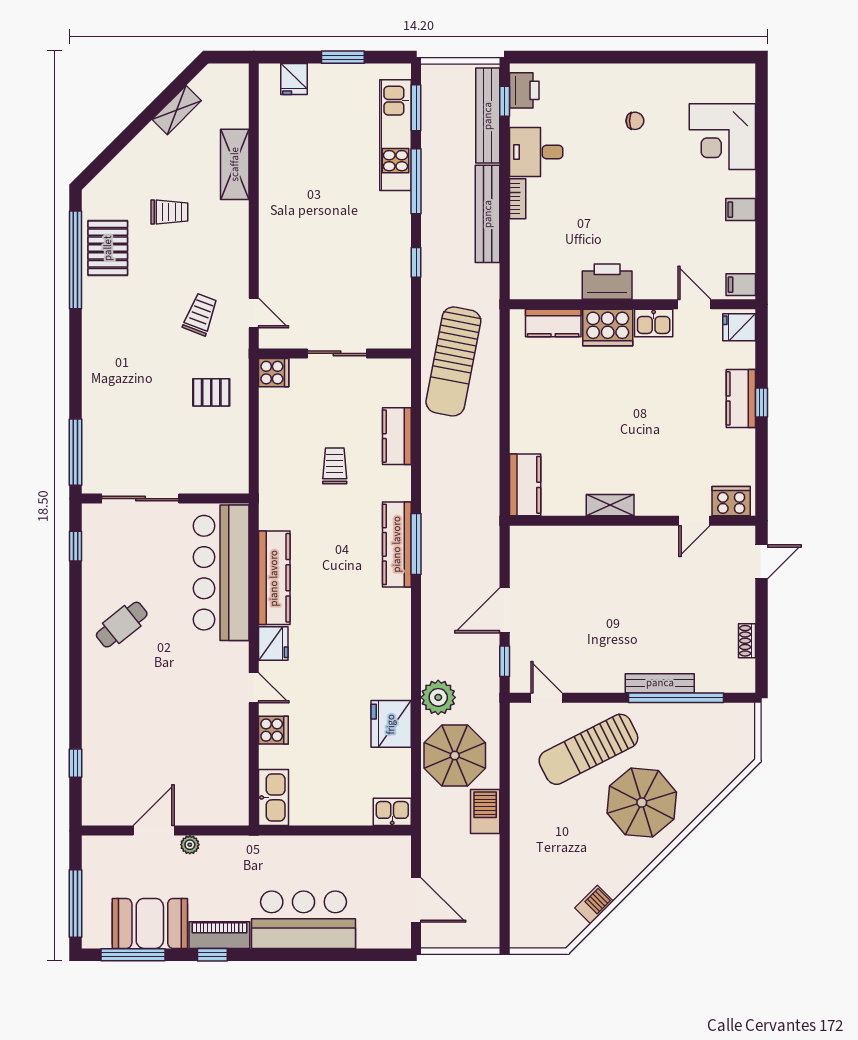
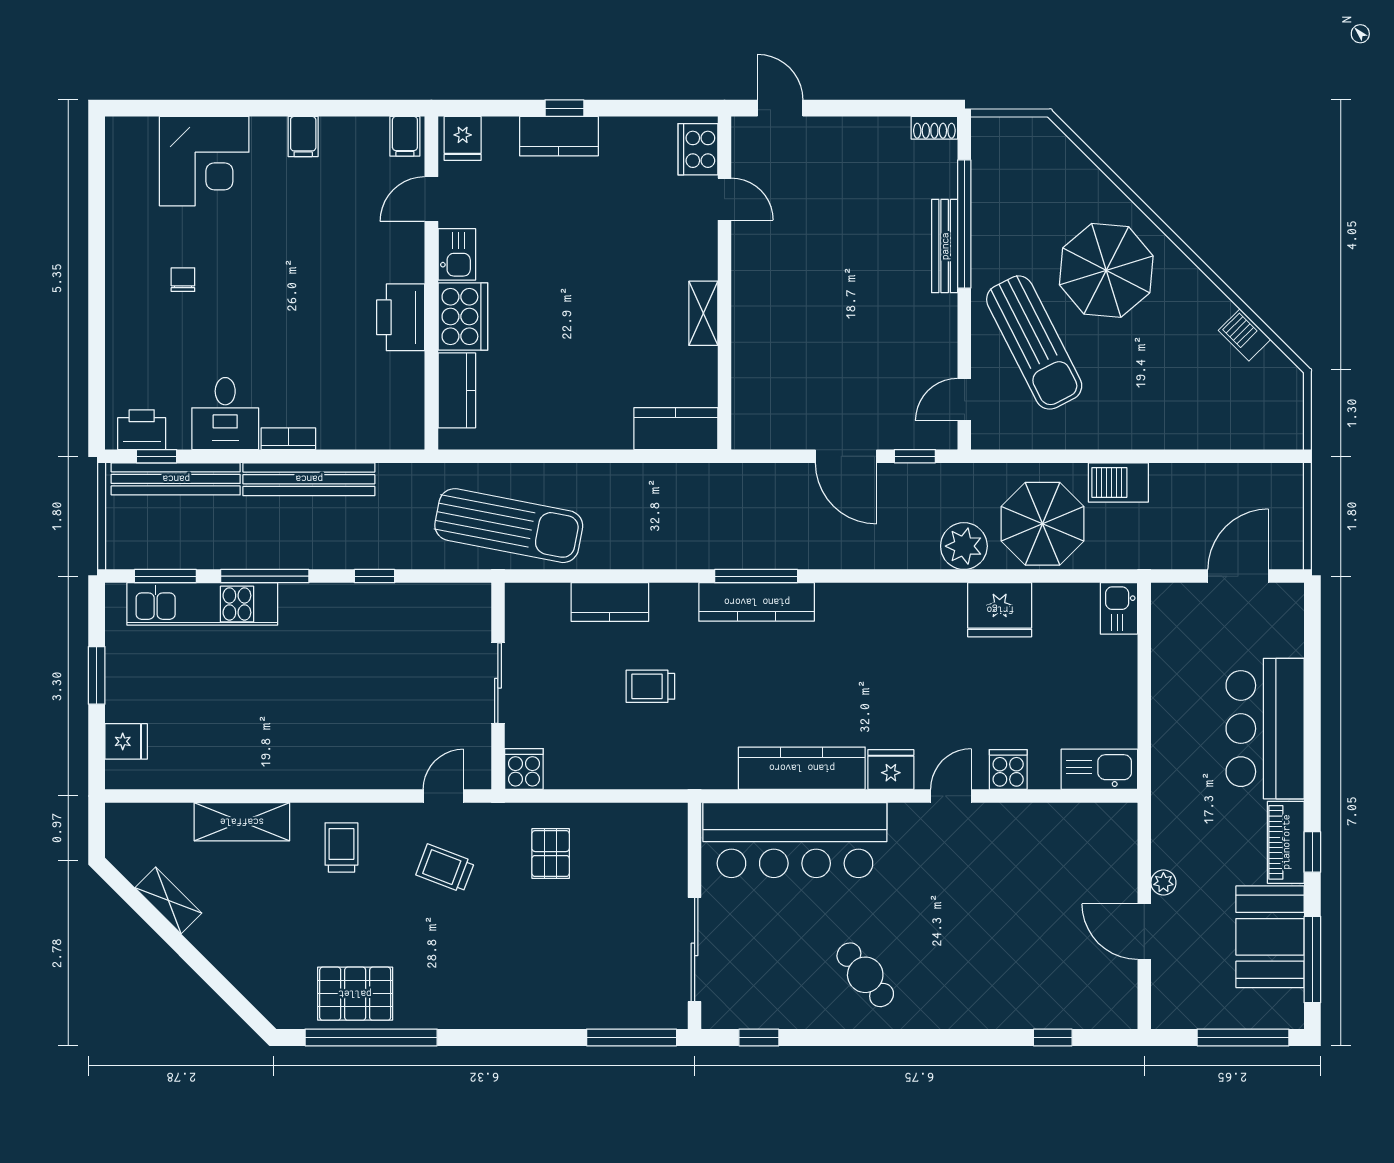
trolley: (169, 212) -> (341, 847), moved
shoe rack: (747, 641) -> (934, 128), moved

